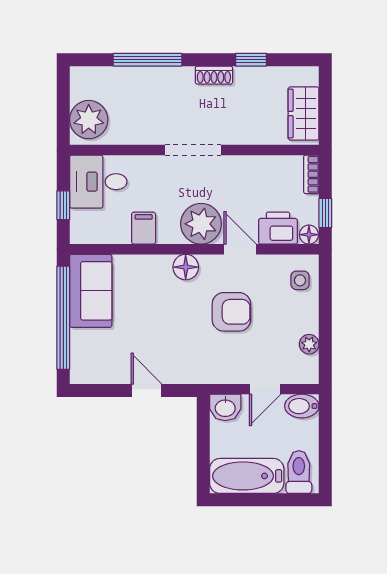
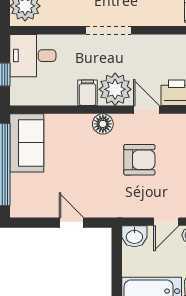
filing cabinet: (144, 228) -> (88, 93), moved

